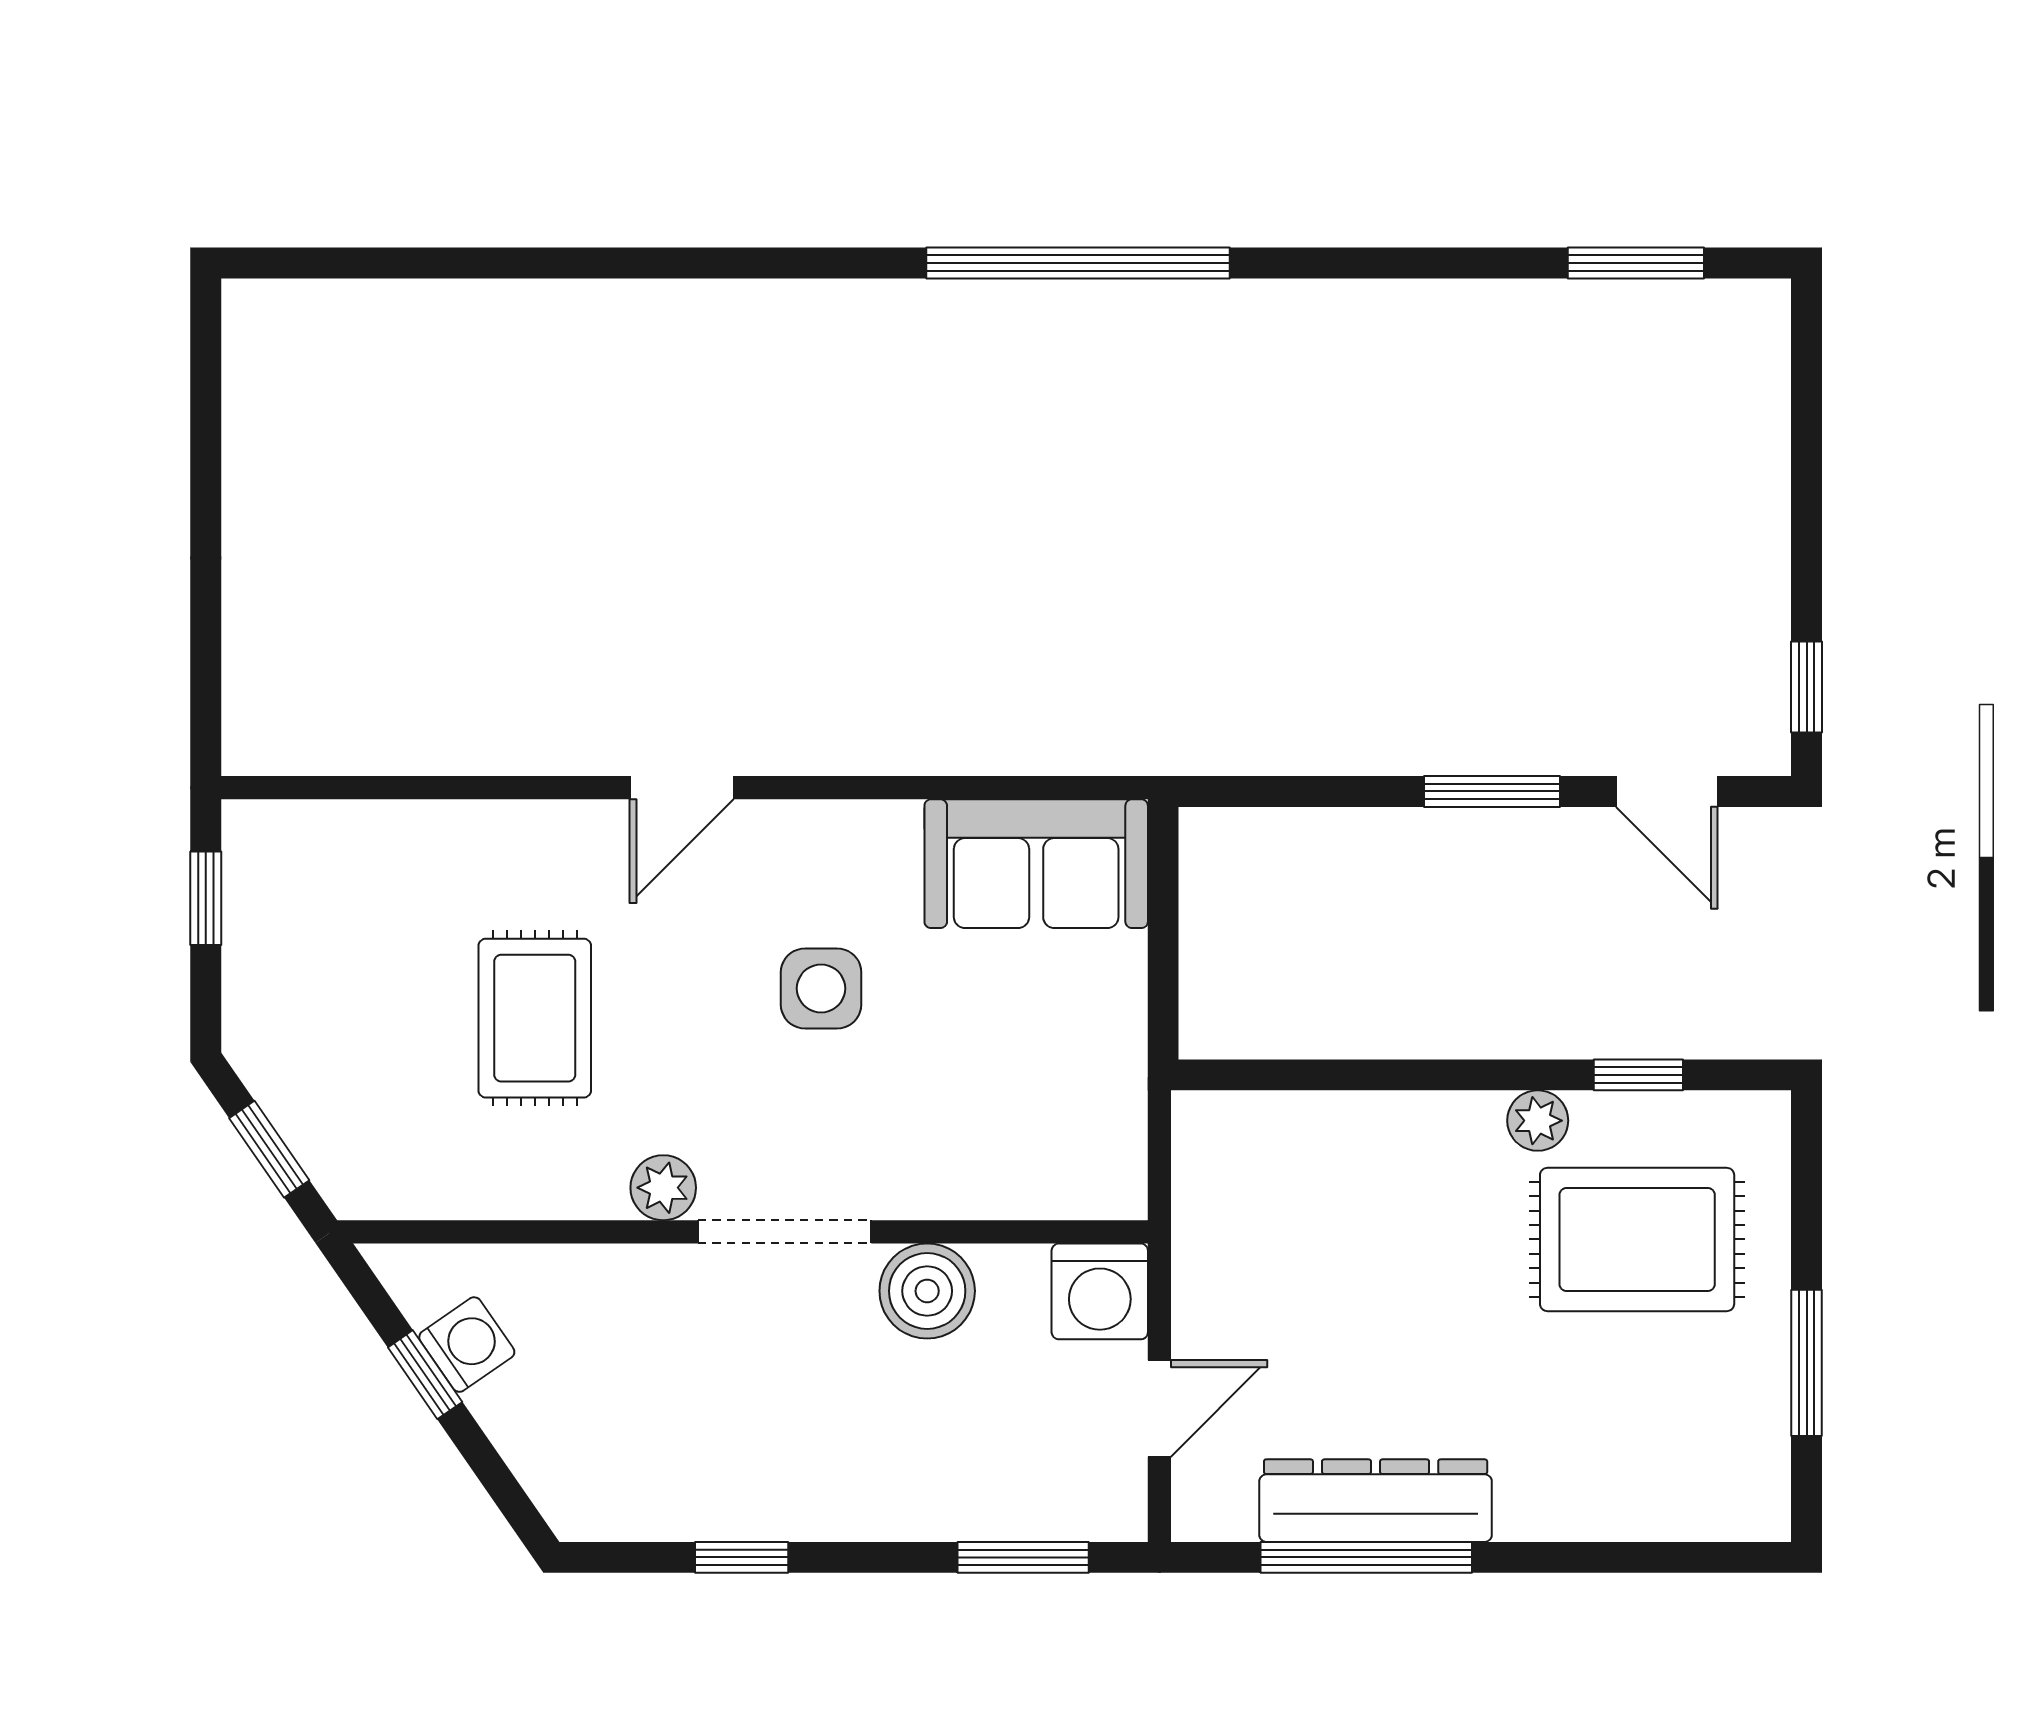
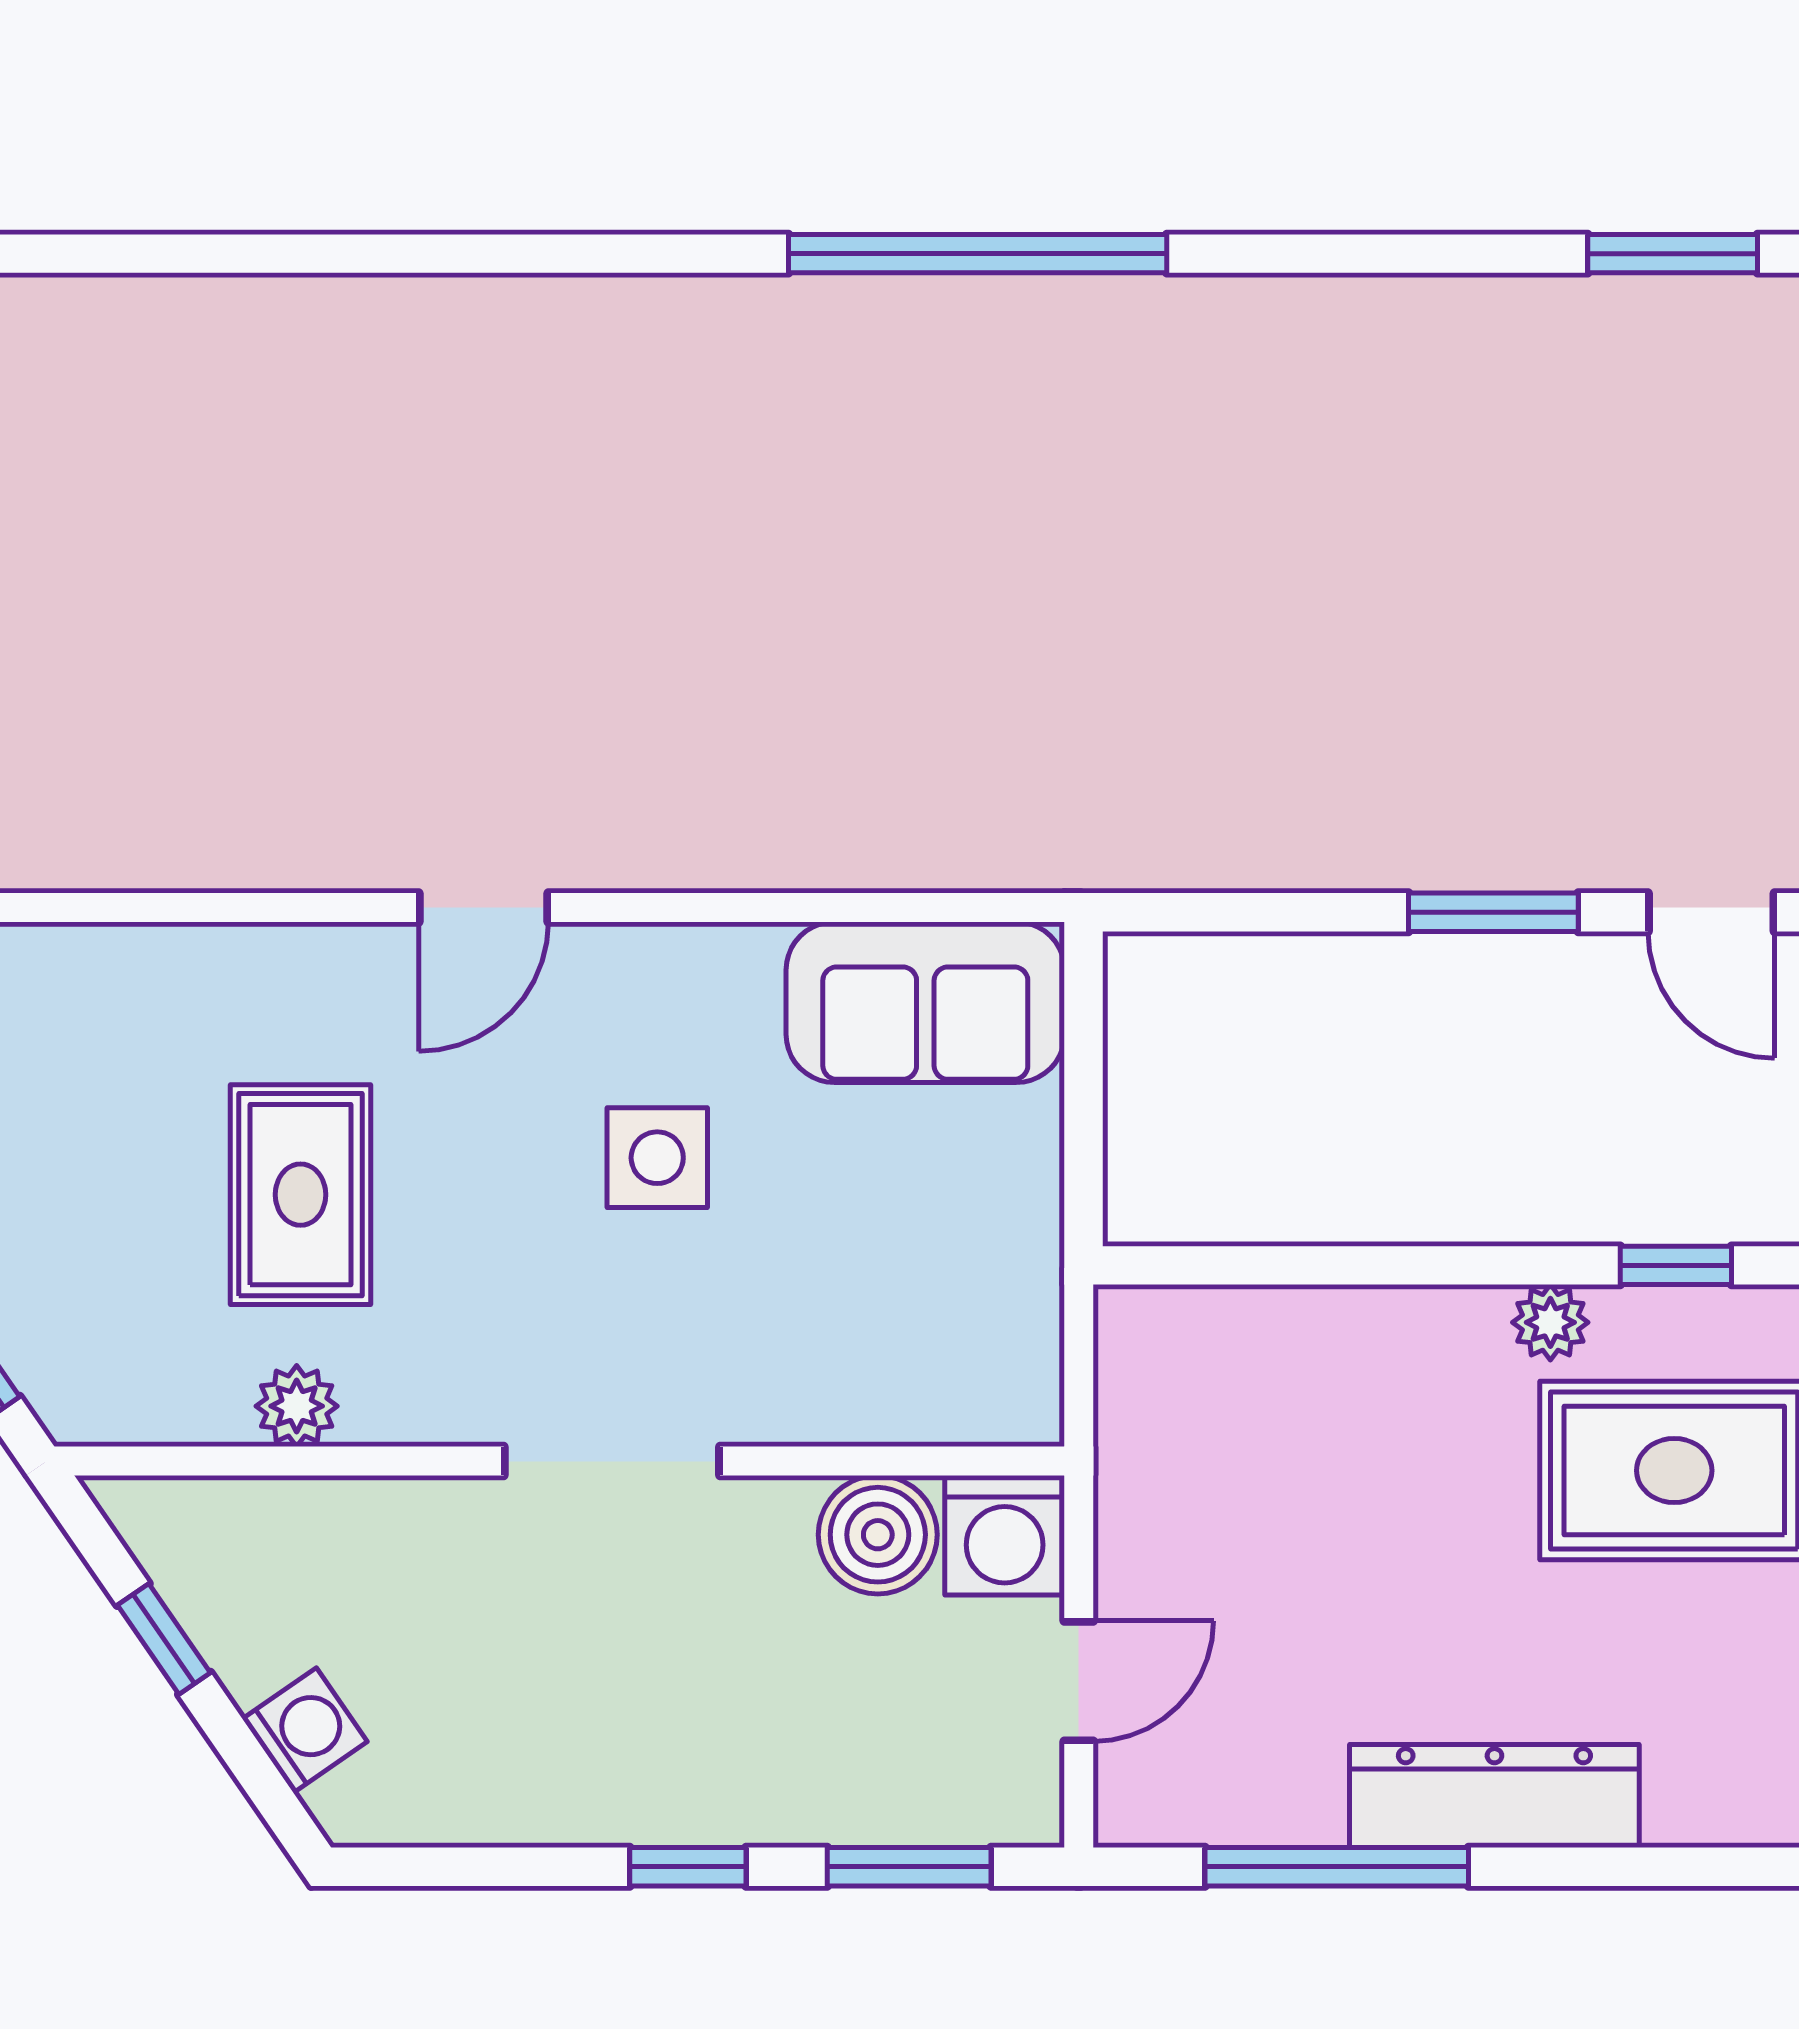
plant: (663, 1188) -> (297, 1406), moved
boiler: (927, 1291) -> (878, 1535), moved
washing machine: (467, 1345) -> (305, 1730), moved
dresser: (1376, 1501) -> (1494, 1796), moved
window: (742, 1557) -> (688, 1867), moved

